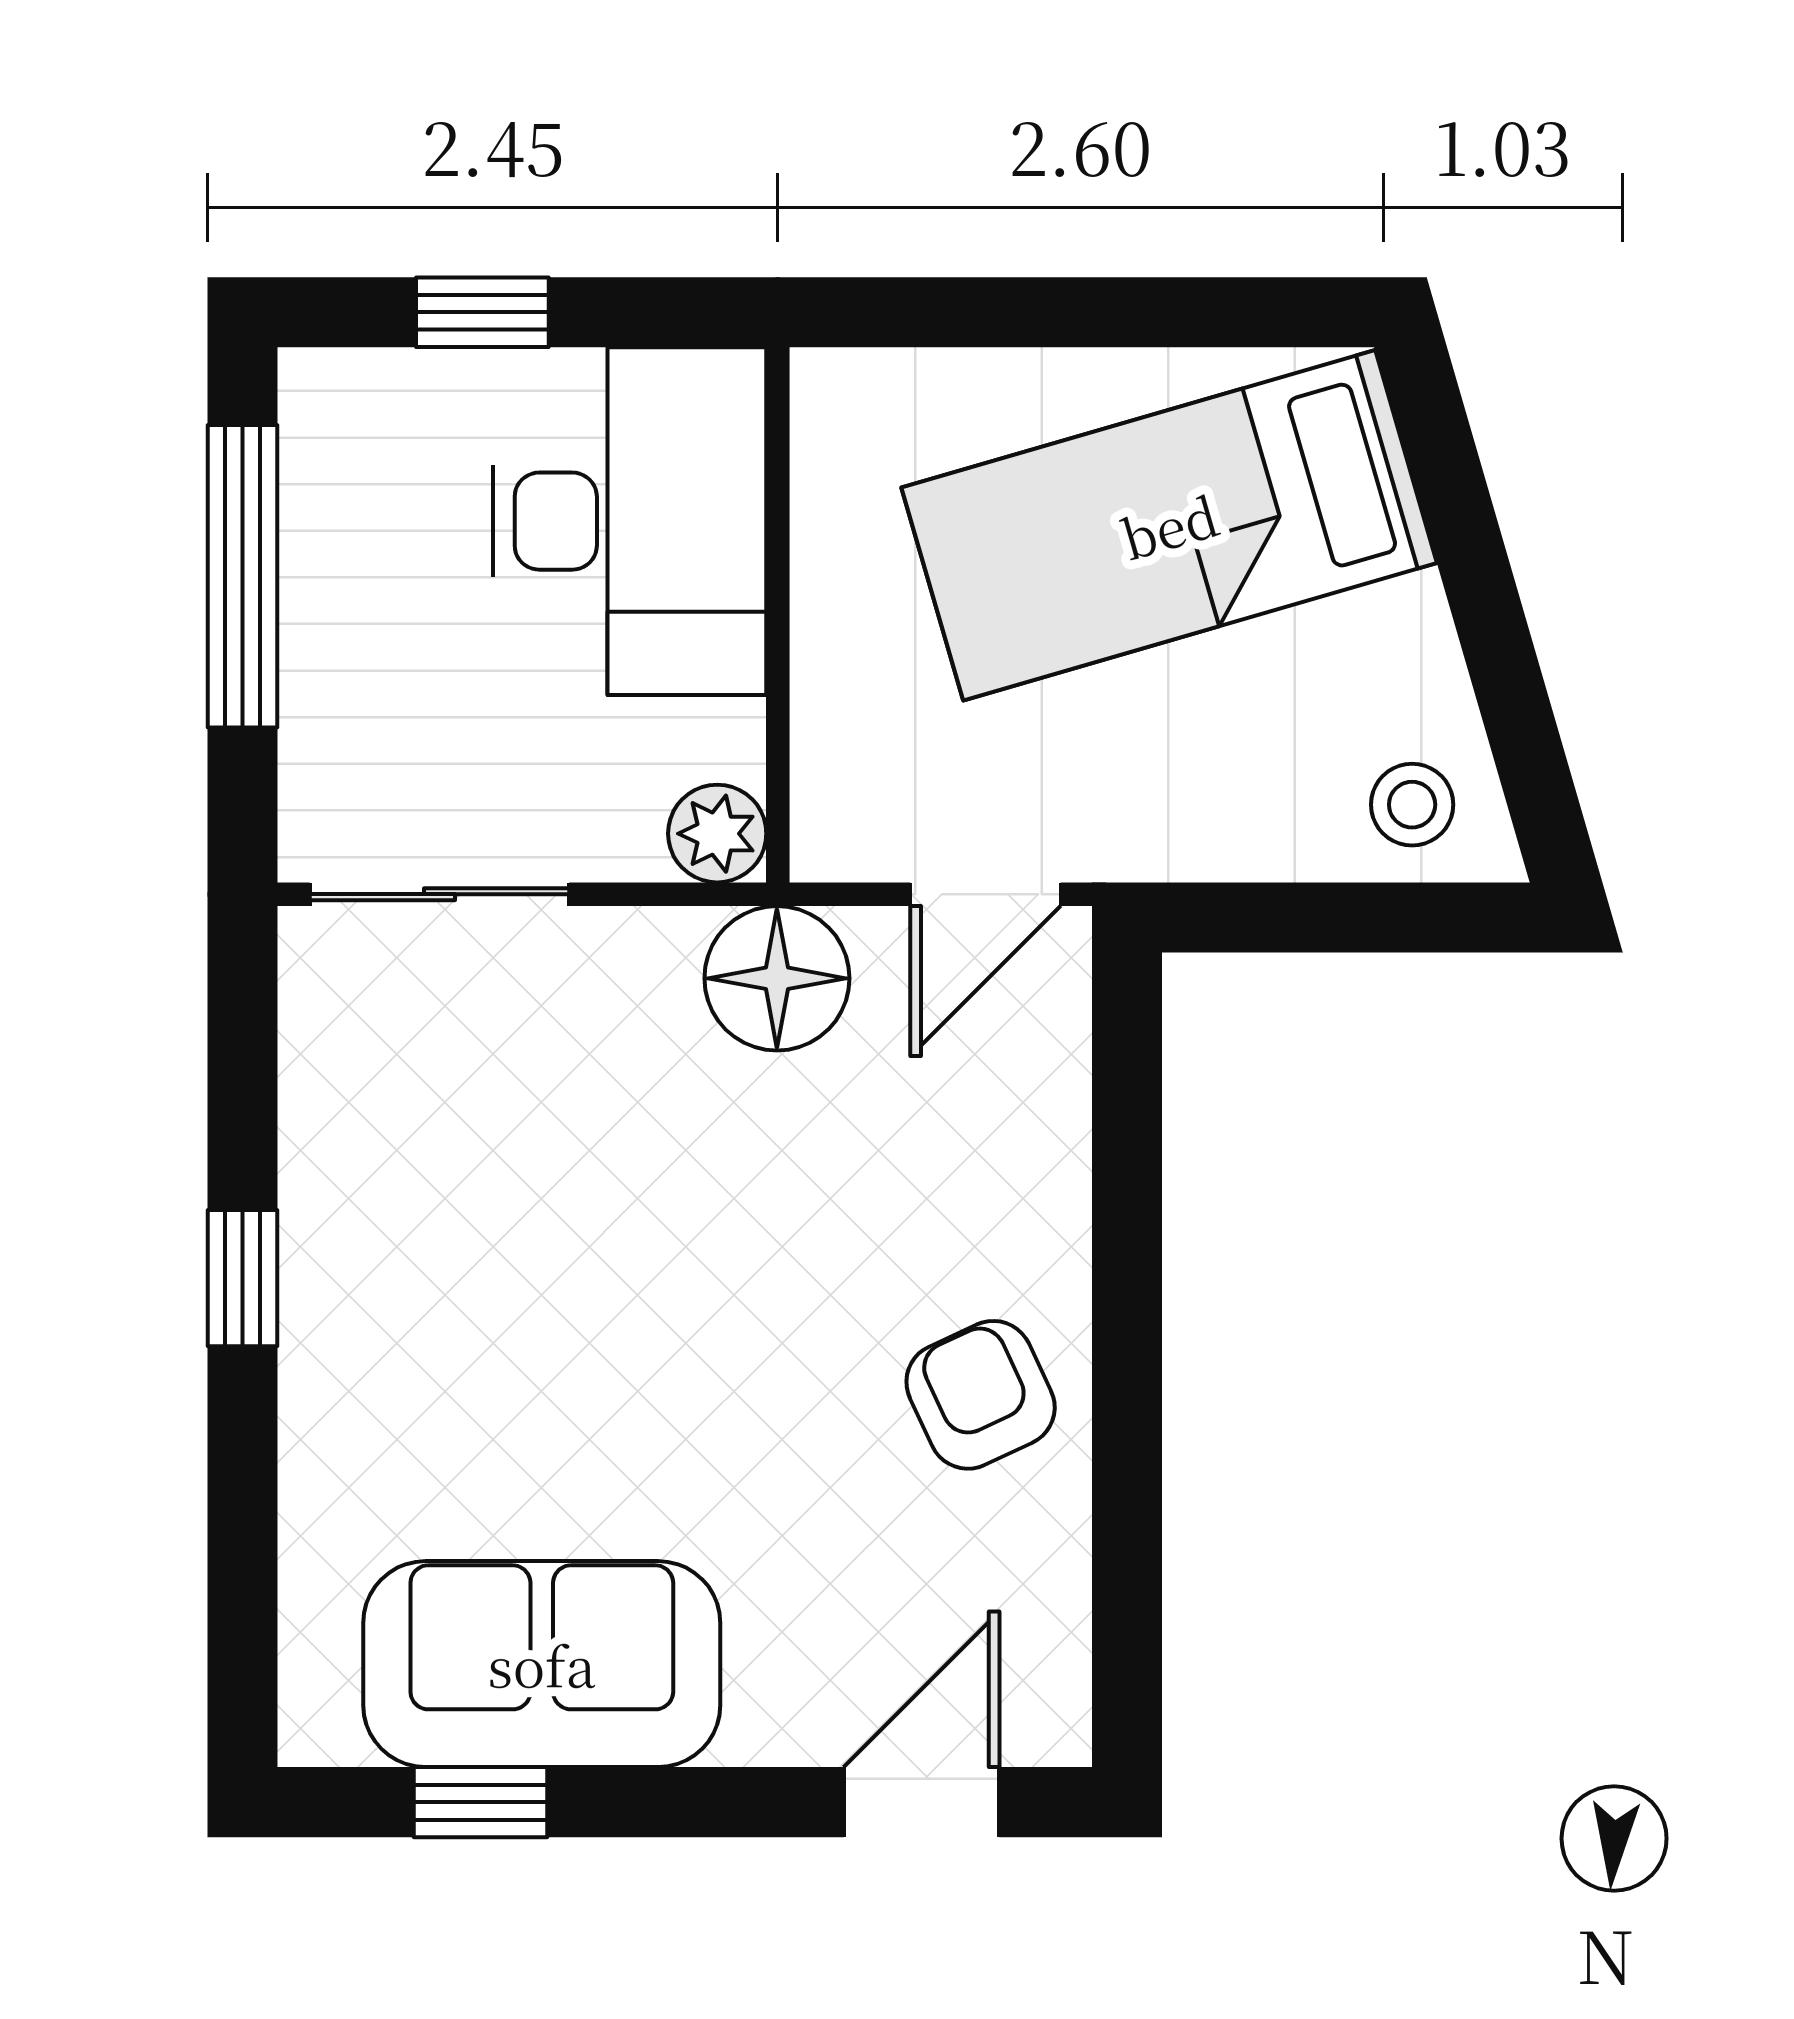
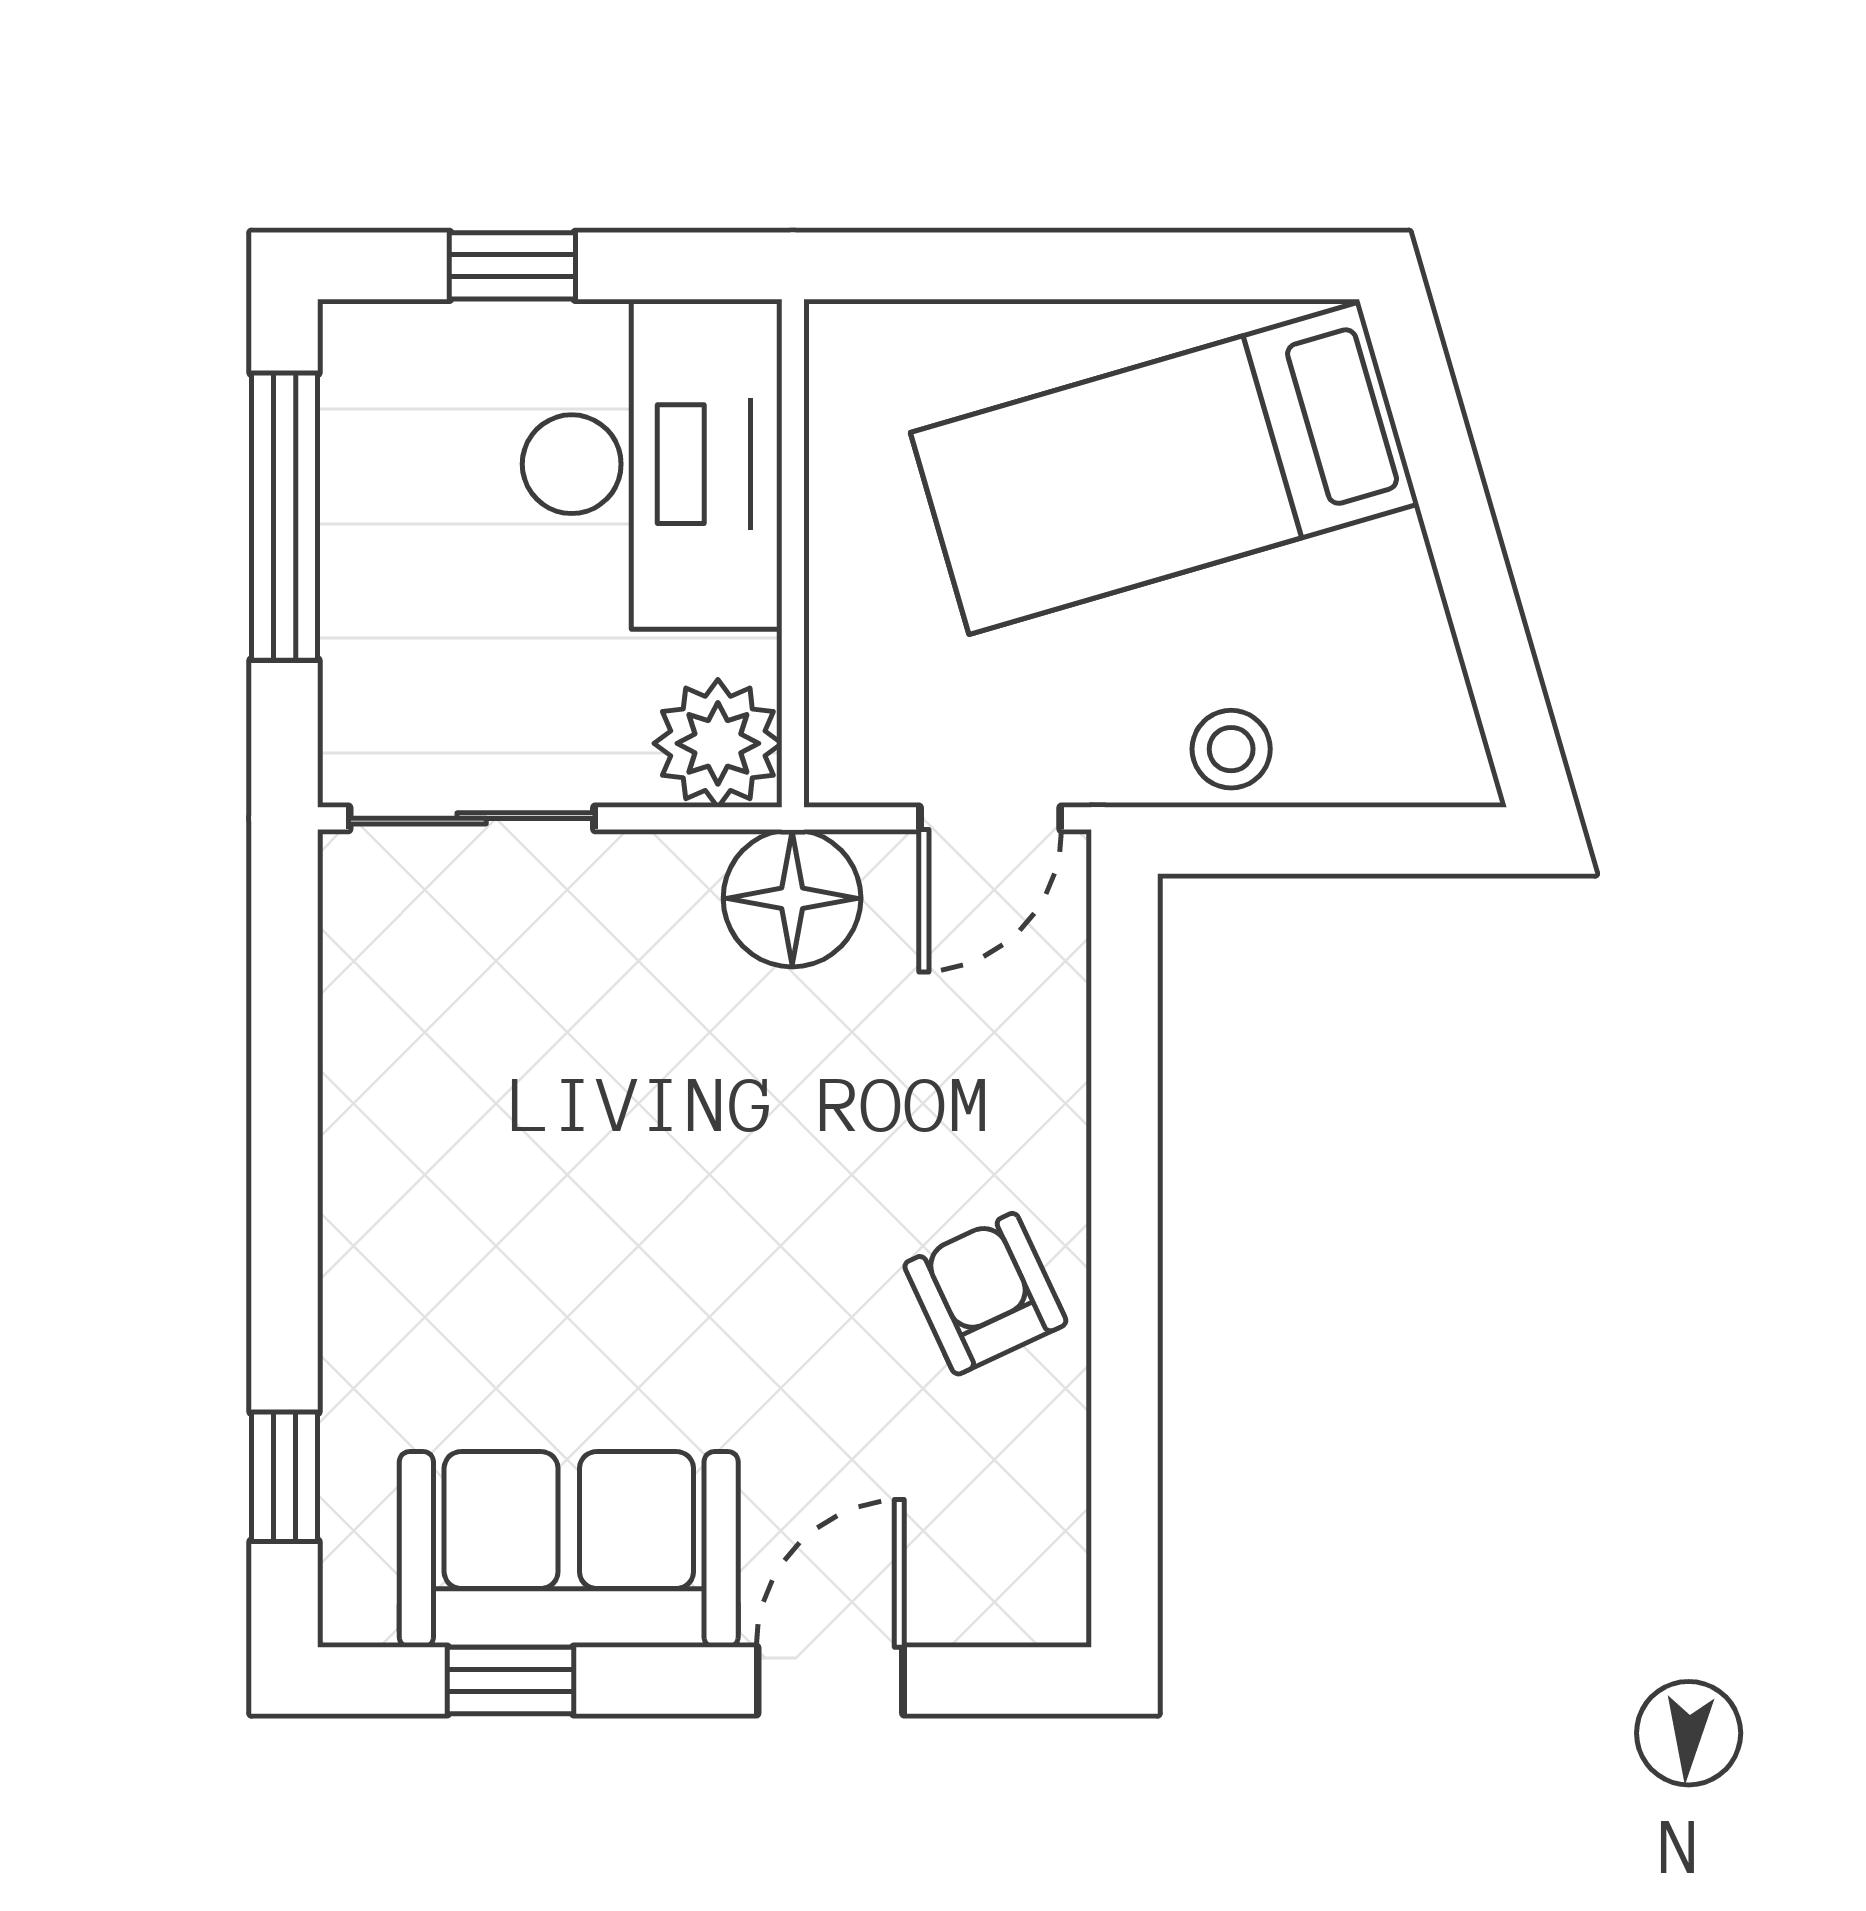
stool: (1412, 805) -> (1231, 749), moved
plant: (717, 834) -> (718, 743), width x1.38, depth x1.38
window: (242, 1278) -> (285, 1477), moved
door: (922, 1802) -> (830, 1680), moved

